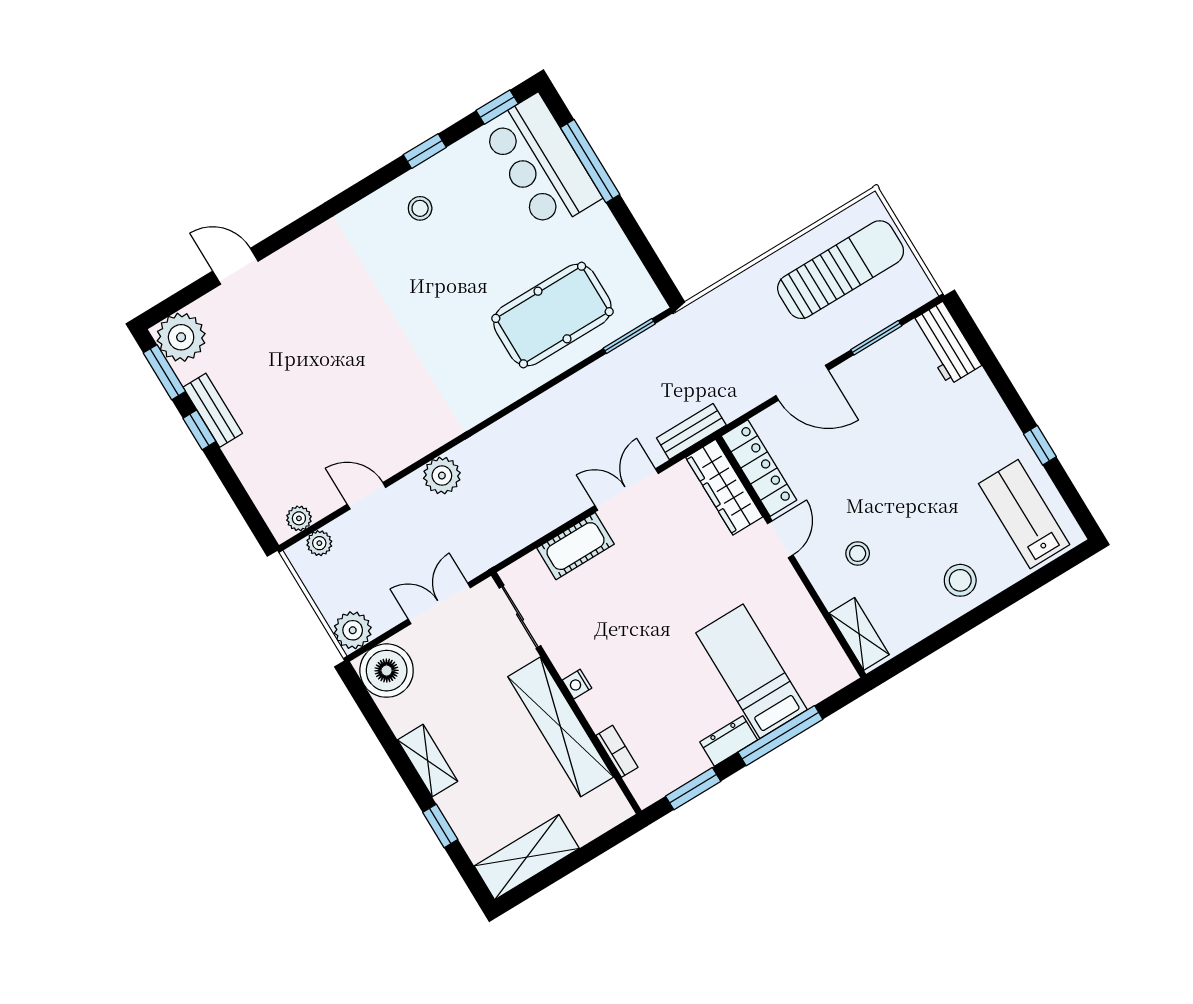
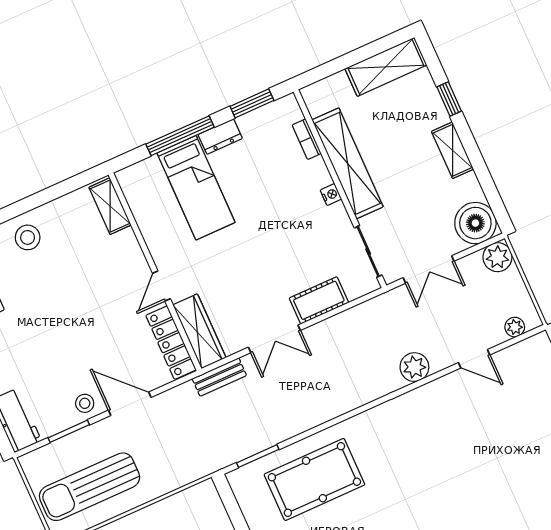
plant: (299, 518) -> (528, 348), removed
stool: (858, 553) -> (85, 403), moved

